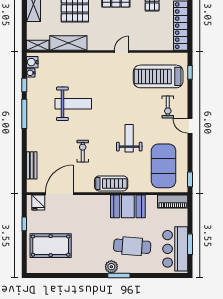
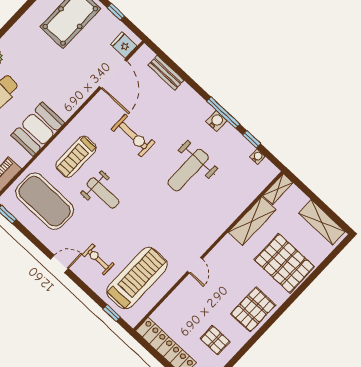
water cooler: (32, 62) -> (216, 121), moved
exercise bike: (83, 151) -> (133, 136), width x1.38, depth x1.39
treadmill: (111, 183) -> (76, 157), moved

